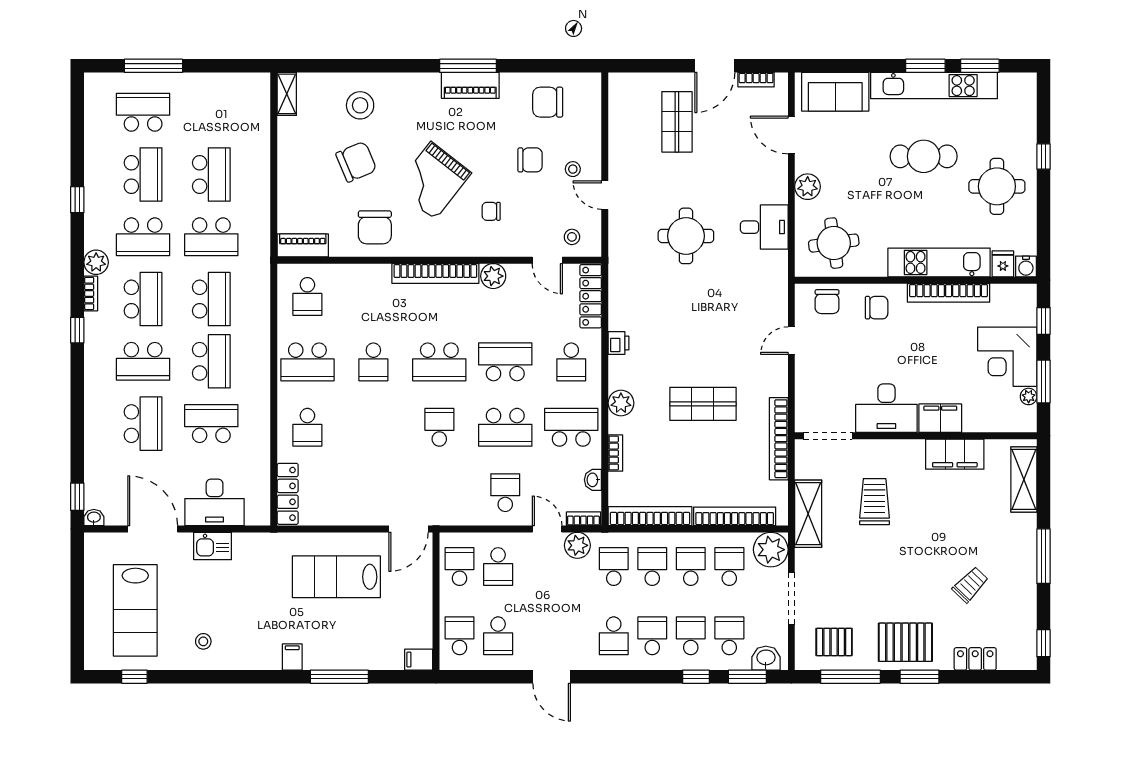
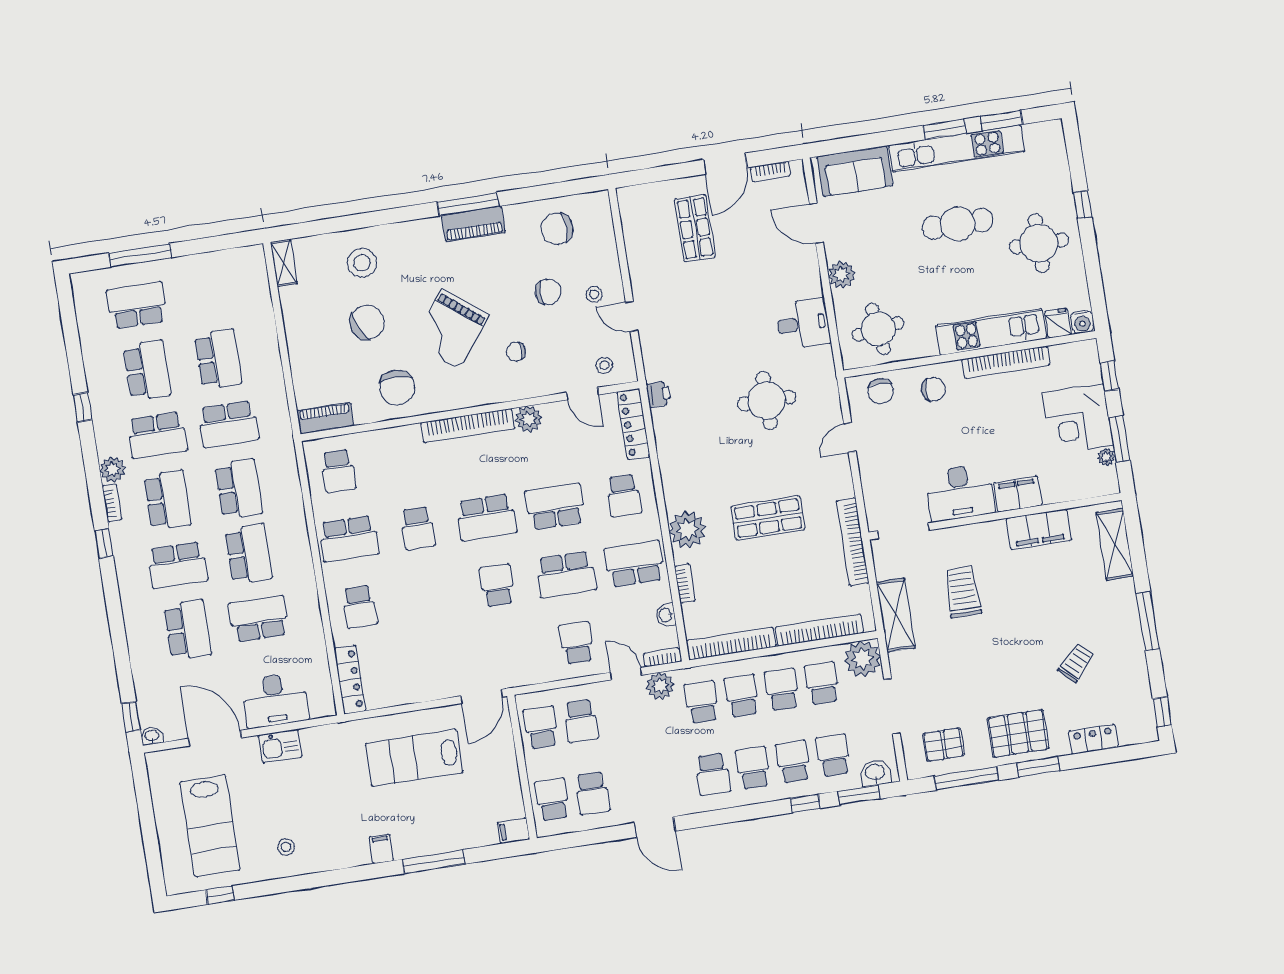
round table: (686, 236) -> (767, 401), moved
printer: (619, 343) -> (659, 394), moved
plant: (621, 403) -> (687, 530), width x1.36, depth x1.36

